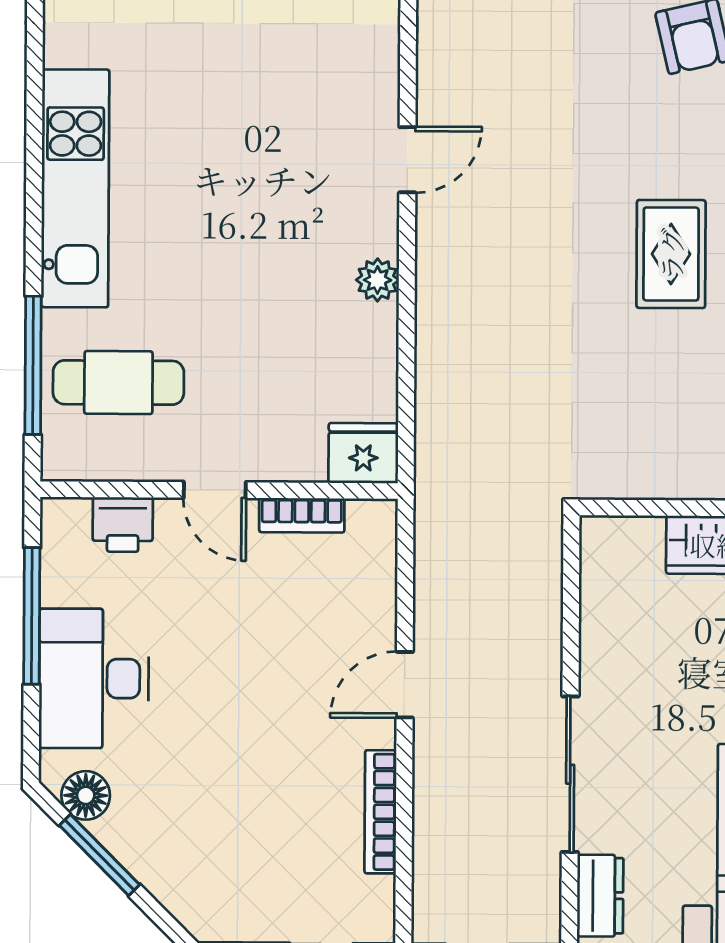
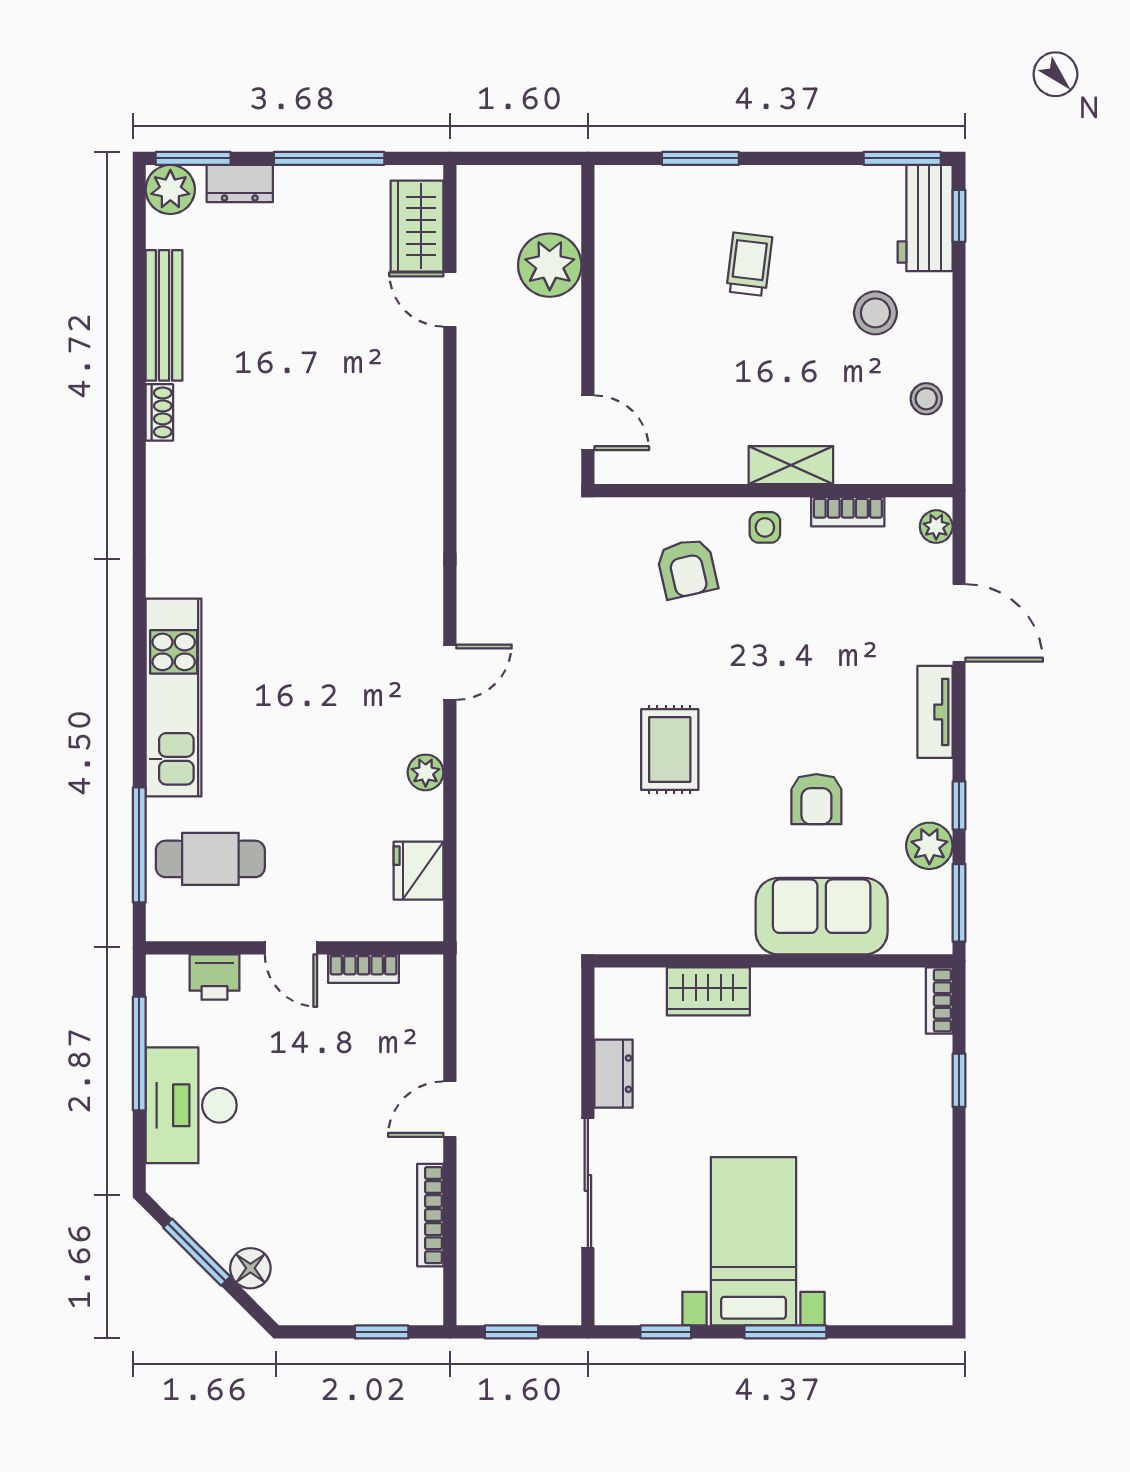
fridge: (363, 453) -> (419, 871), moved, turned -90
floor lamp: (86, 795) -> (250, 1268), moved
dresser: (600, 896) -> (614, 1074), moved

